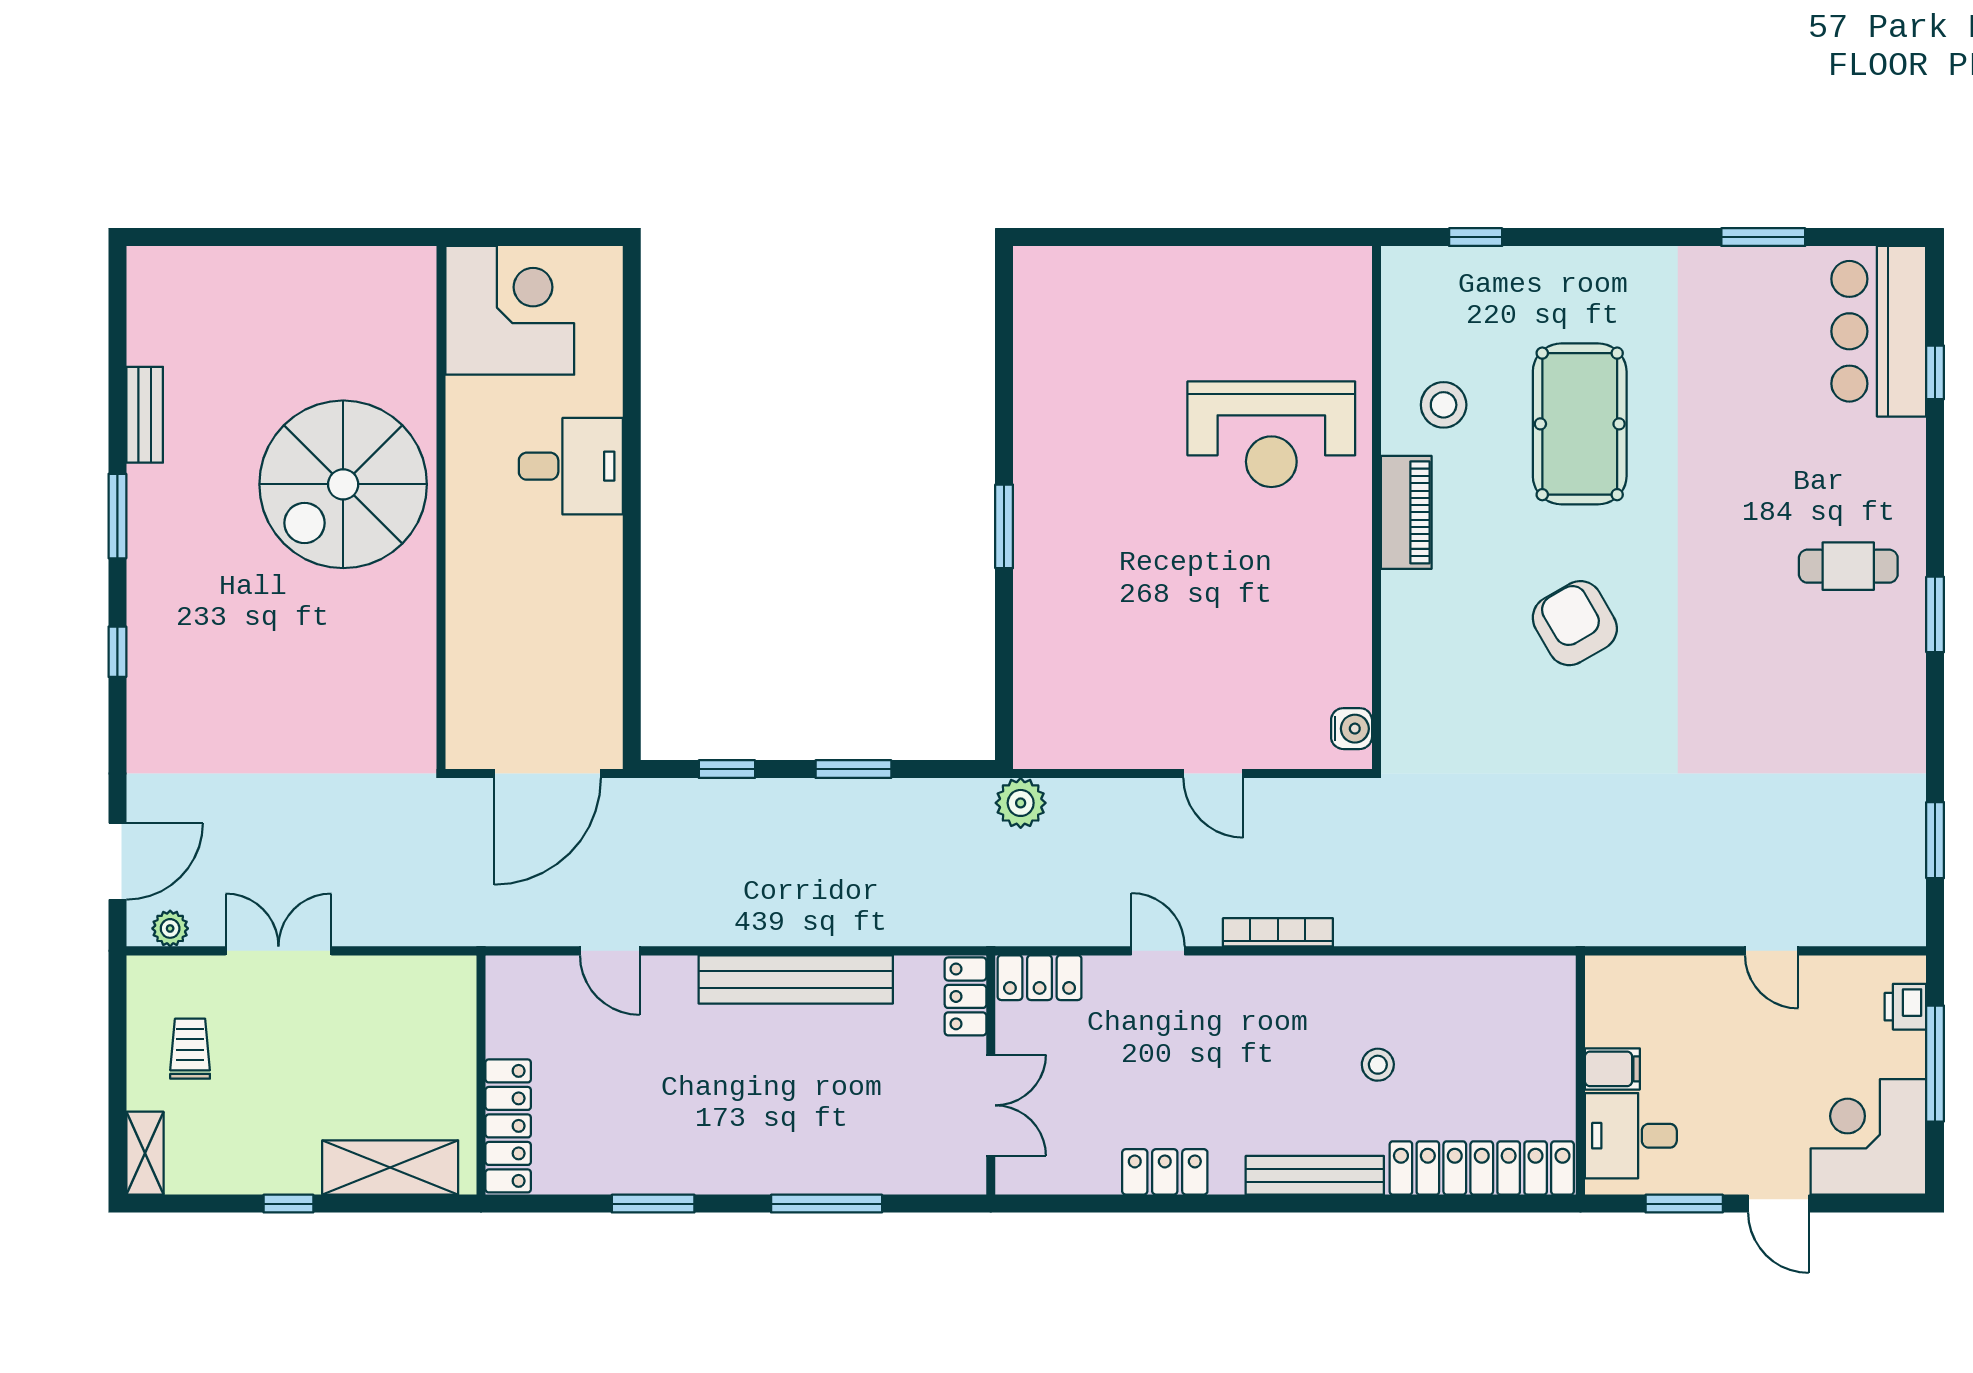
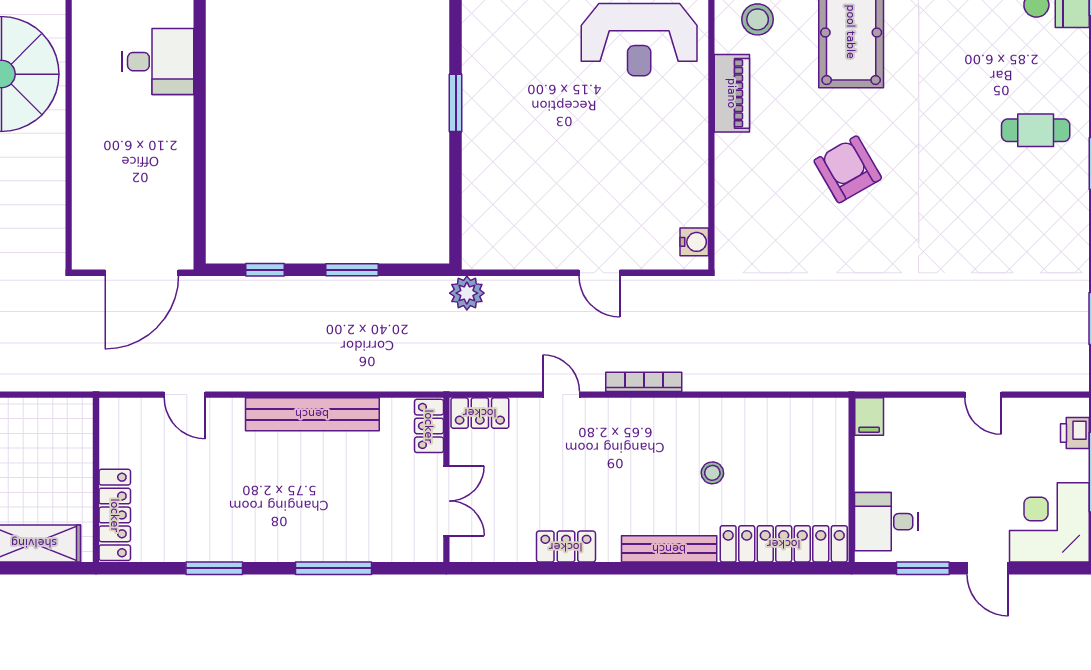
filing cabinet: (1612, 1069) -> (869, 417), moved, turned 90

